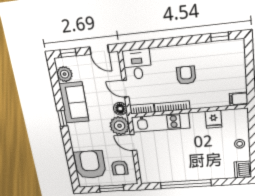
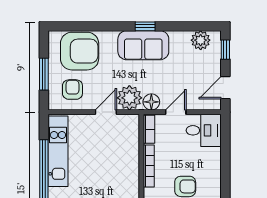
sofa: (74, 103) -> (143, 45), moved
kitchen unit: (161, 123) -> (58, 151), moved, turned 180
armchair: (120, 168) -> (72, 90), turned 90

